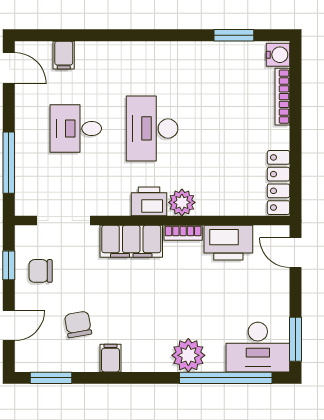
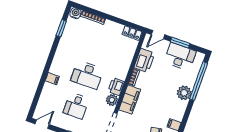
filing cabinet: (64, 55) -> (52, 79), moved
locker: (279, 182) -> (132, 33), width x0.66
plant: (182, 202) -> (112, 100), moved
window: (295, 339) -> (180, 43), moved
desk: (258, 347) -> (180, 57), moved, turned -90

